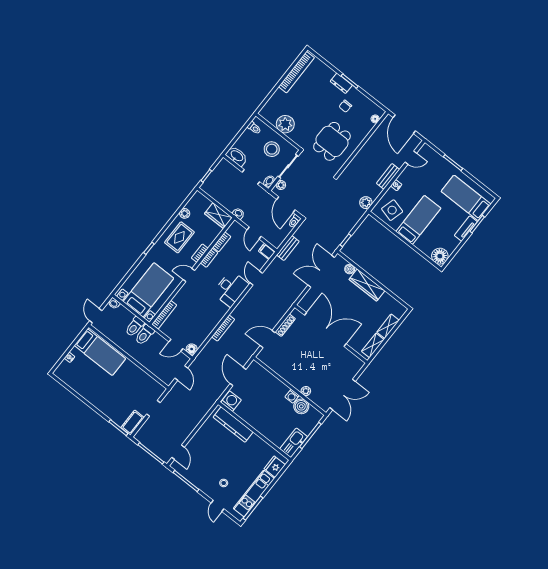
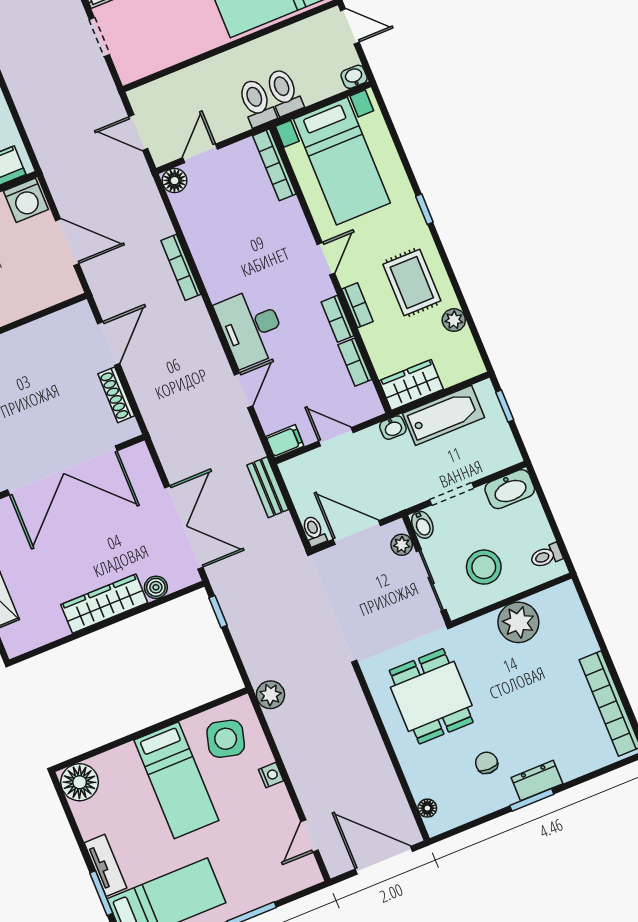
bench: (388, 176) -> (298, 769), removed
bathtub: (223, 197) -> (443, 415), added
door: (256, 278) -> (243, 390), hinge flipped

